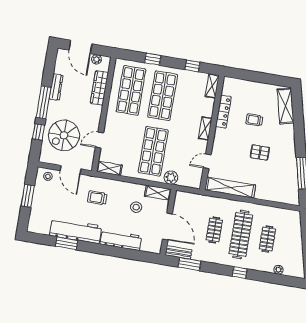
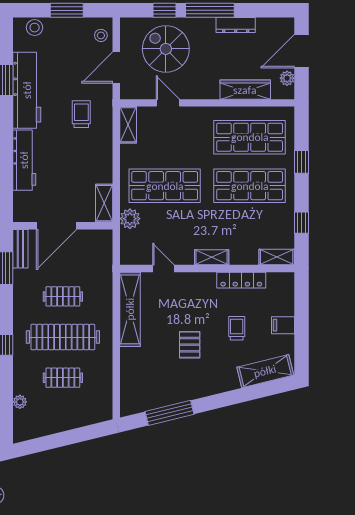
filing cabinet: (257, 89) -> (283, 325), added
stool: (136, 207) -> (35, 28), moved

